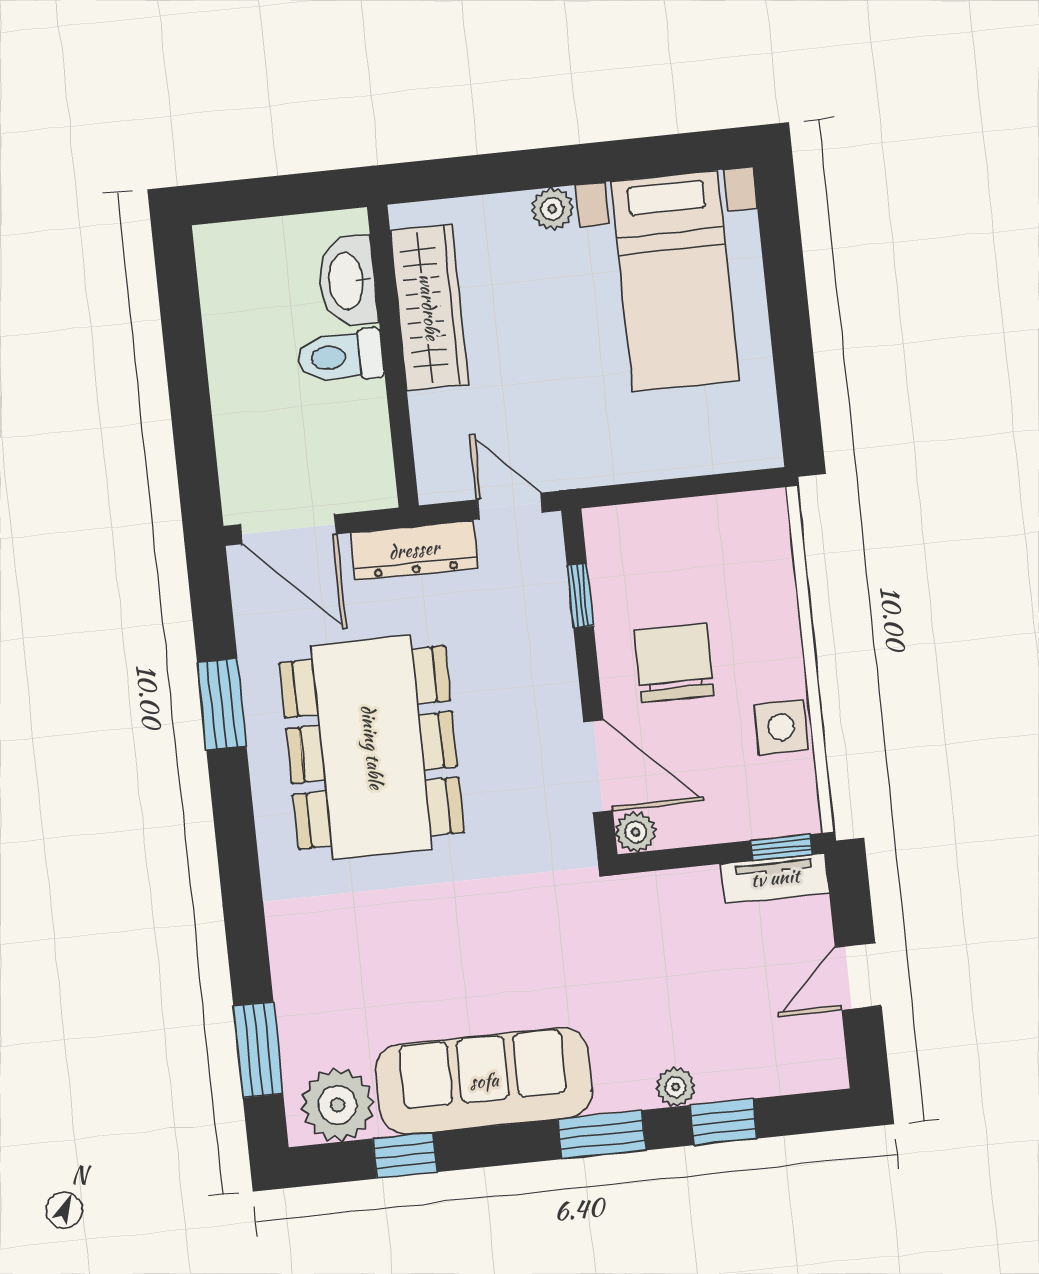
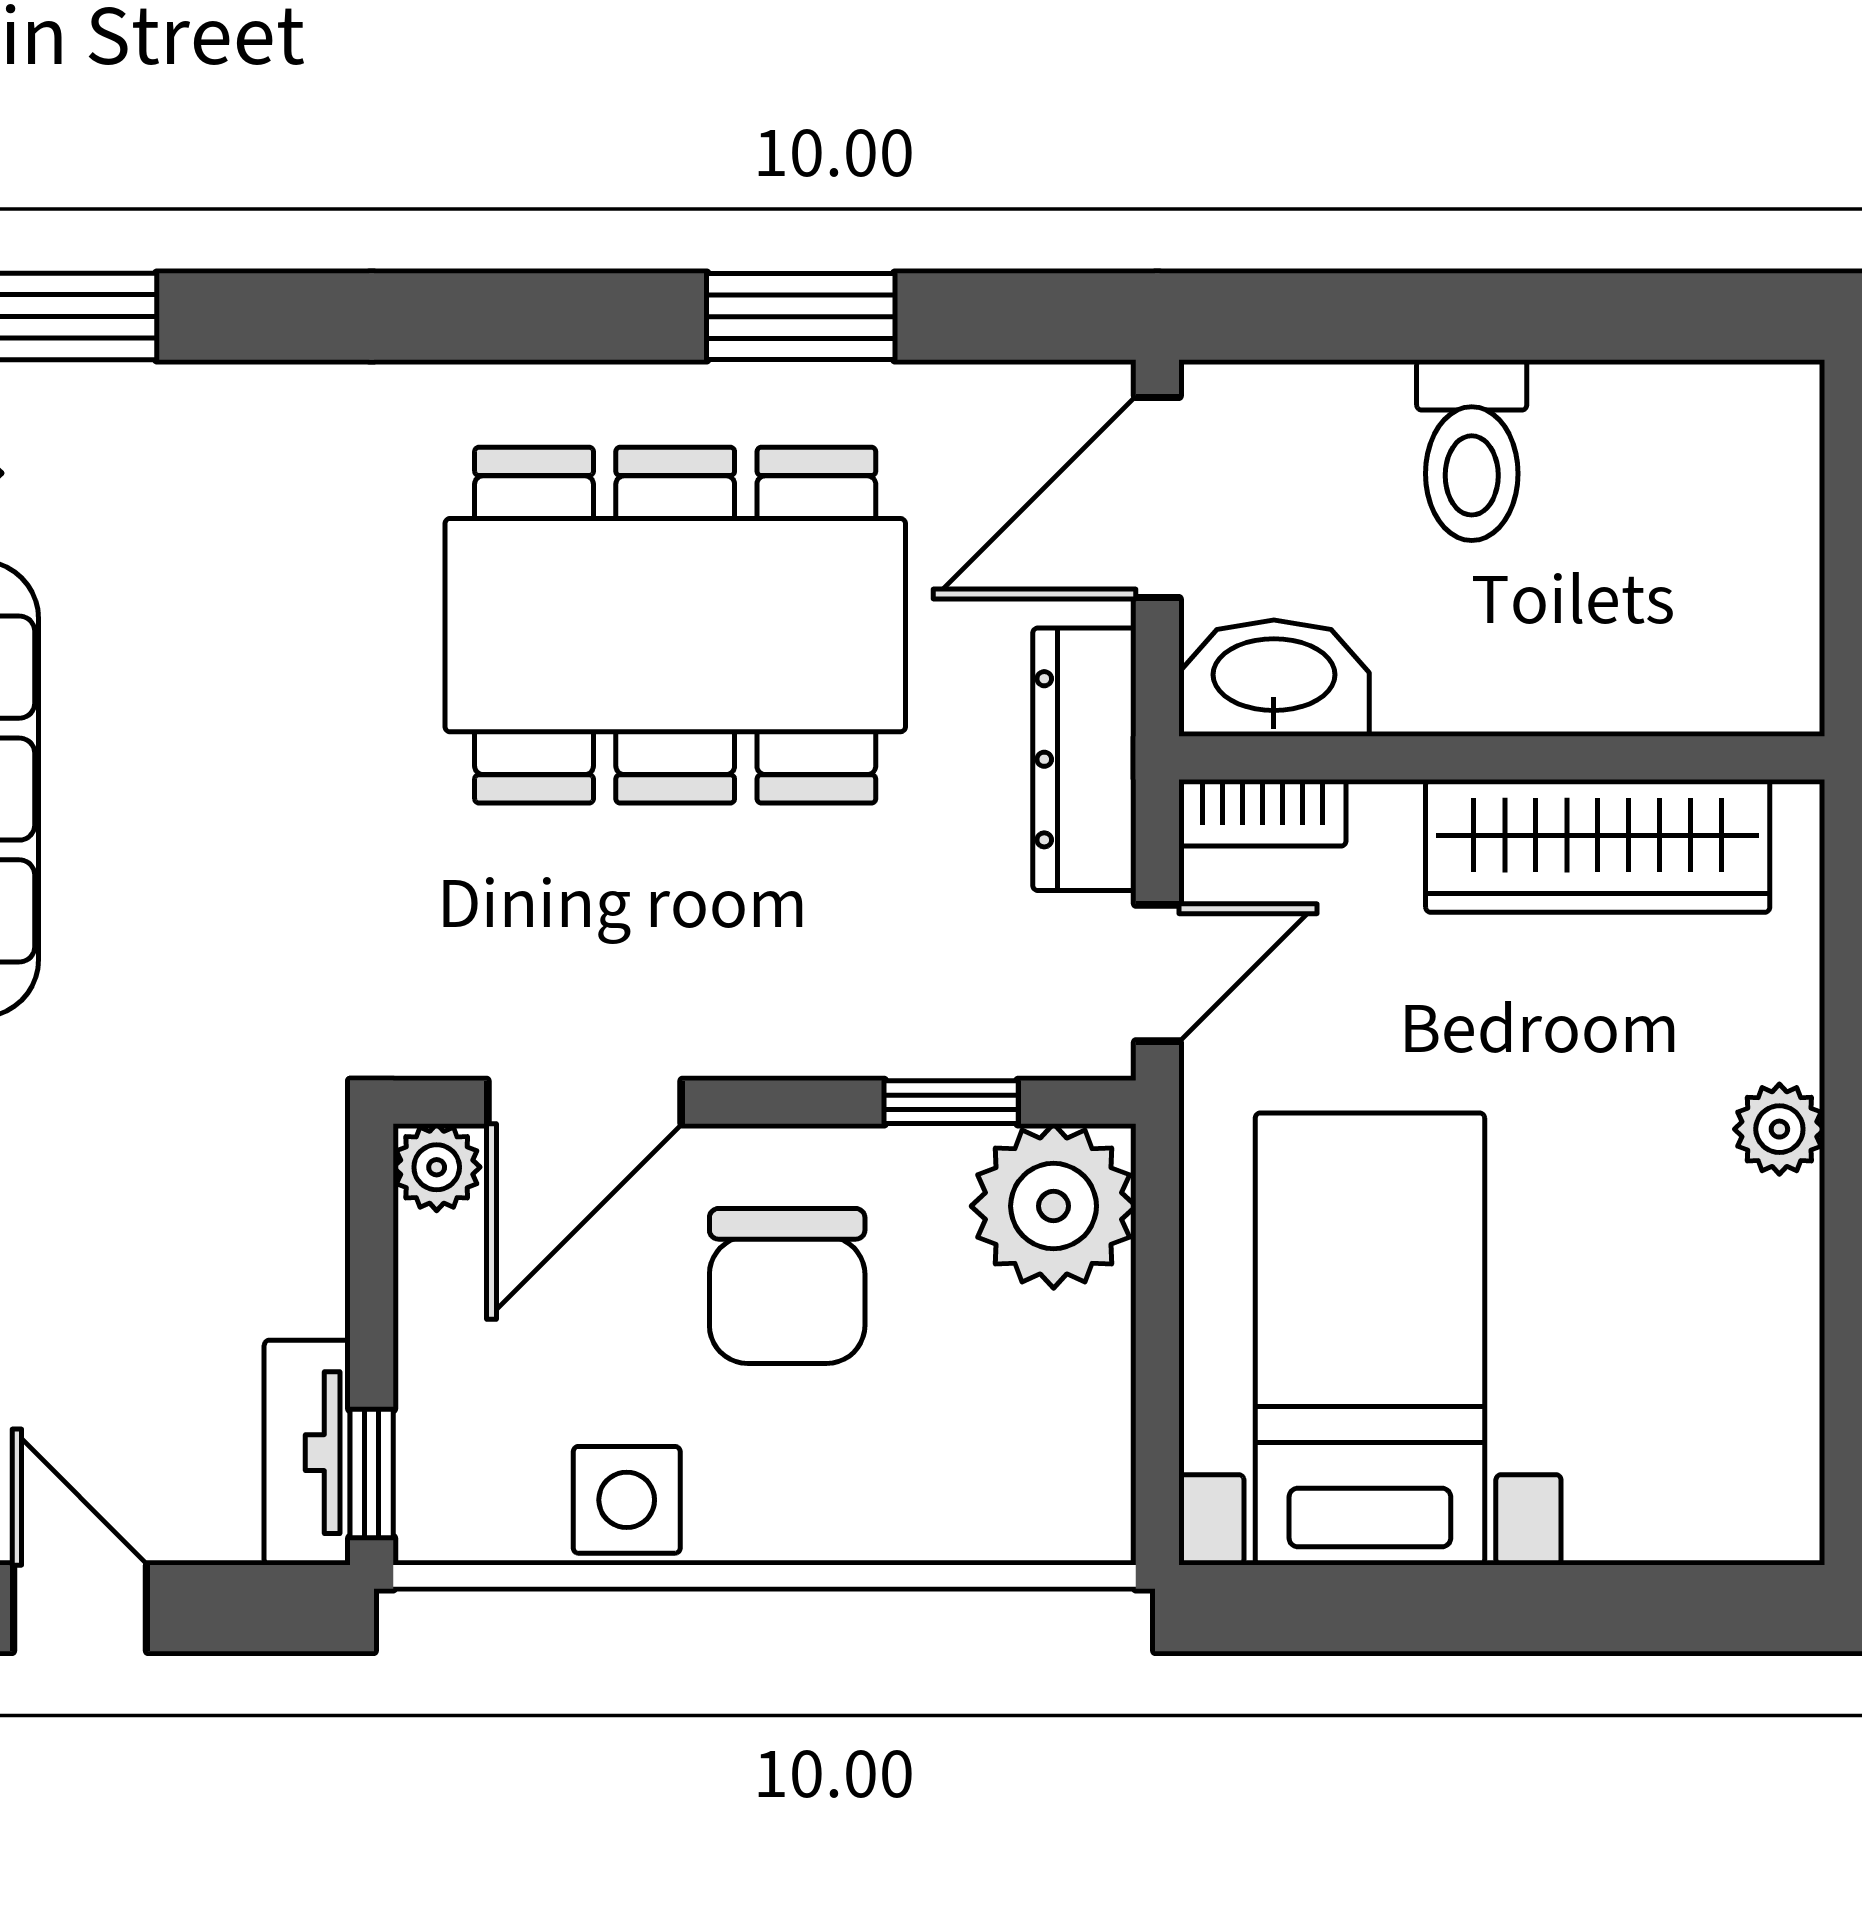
washbasin: (348, 281) -> (1274, 678), moved
bed with nightstands: (675, 281) -> (1370, 1339), moved, turned 90
toilet: (340, 356) -> (1472, 450), moved, turned 180
bookcase: (430, 465) -> (1262, 813), added
plant: (624, 543) -> (1054, 1206), added
chair: (674, 663) -> (787, 1286), turned 90

